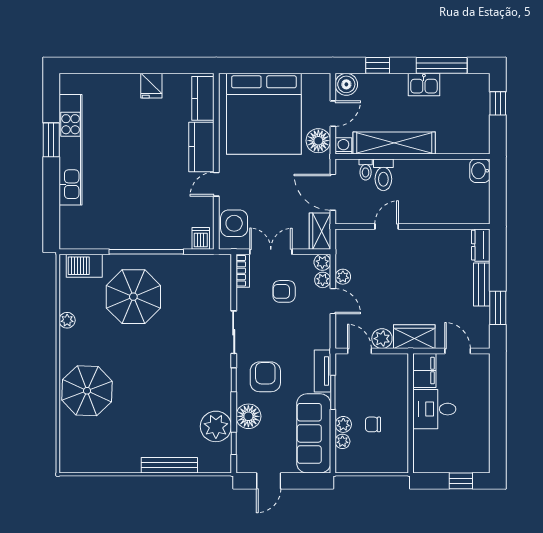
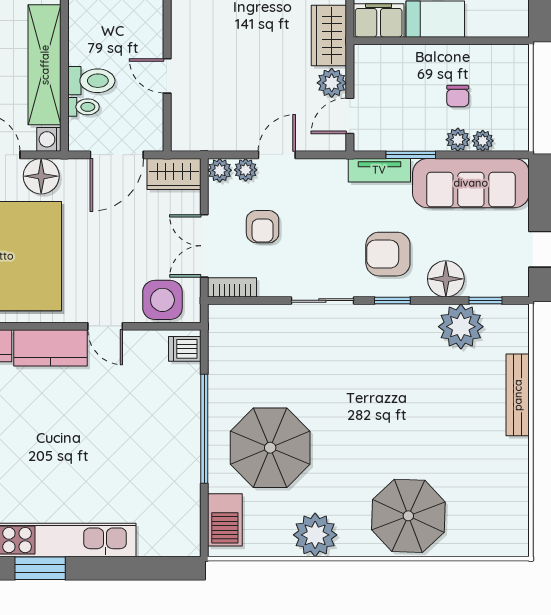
plant: (343, 277) -> (241, 140), removed
plant: (67, 320) -> (315, 535), width x1.87, depth x1.87

